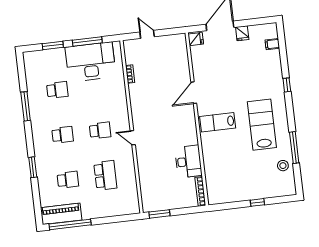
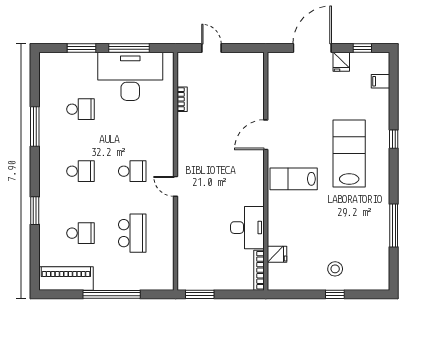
window: (256, 22) -> (362, 48), added
fridge: (196, 39) -> (277, 254), moved
lab bench: (262, 125) -> (349, 153), moved
stool: (283, 166) -> (335, 269), moved
window: (70, 224) -> (112, 294), moved

